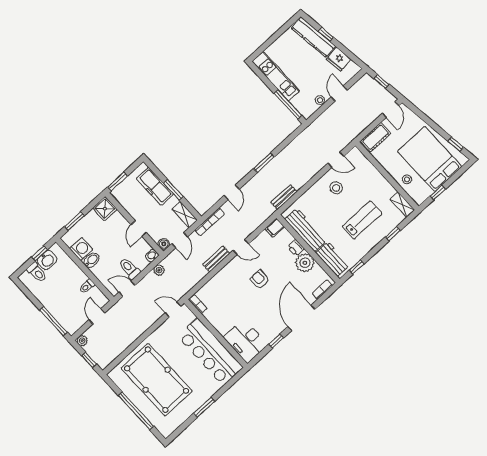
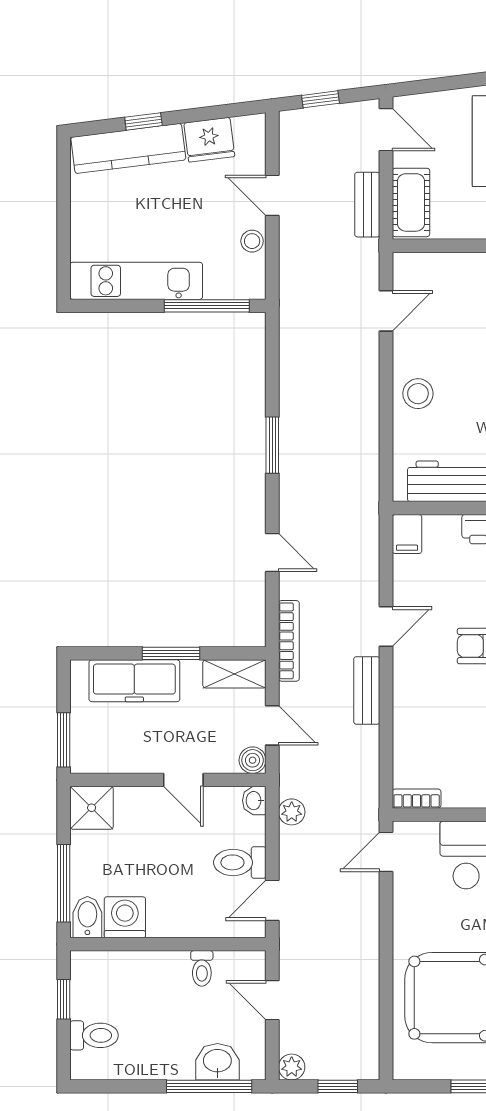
stool: (336, 188) -> (418, 394), moved
bench: (284, 197) -> (367, 205), moved
window: (74, 221) -> (64, 883), width x1.44
washbasin: (47, 260) -> (217, 1062), moved, turned -90
bidet: (91, 260) -> (87, 917), moved

